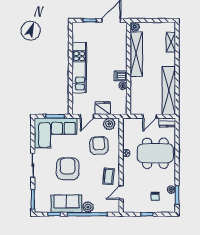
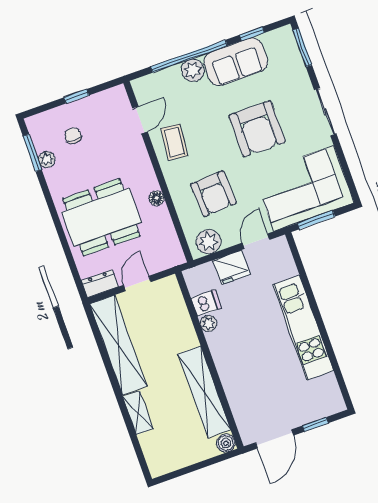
shelving: (171, 42) -> (138, 413), moved
dishwasher: (121, 76) -> (206, 303), moved

